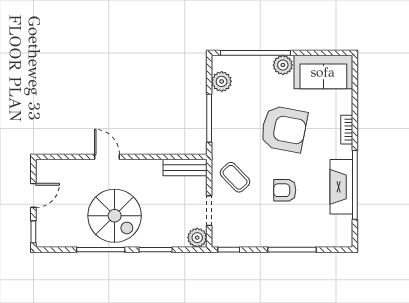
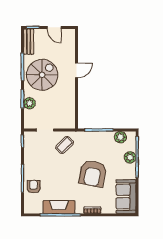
plant: (283, 65) -> (130, 157), moved
bench: (185, 168) -> (29, 42), moved
armchair: (285, 190) -> (33, 187), moved
spiral stairs: (115, 216) -> (42, 75), turned 180
plant: (197, 238) -> (29, 103), moved

